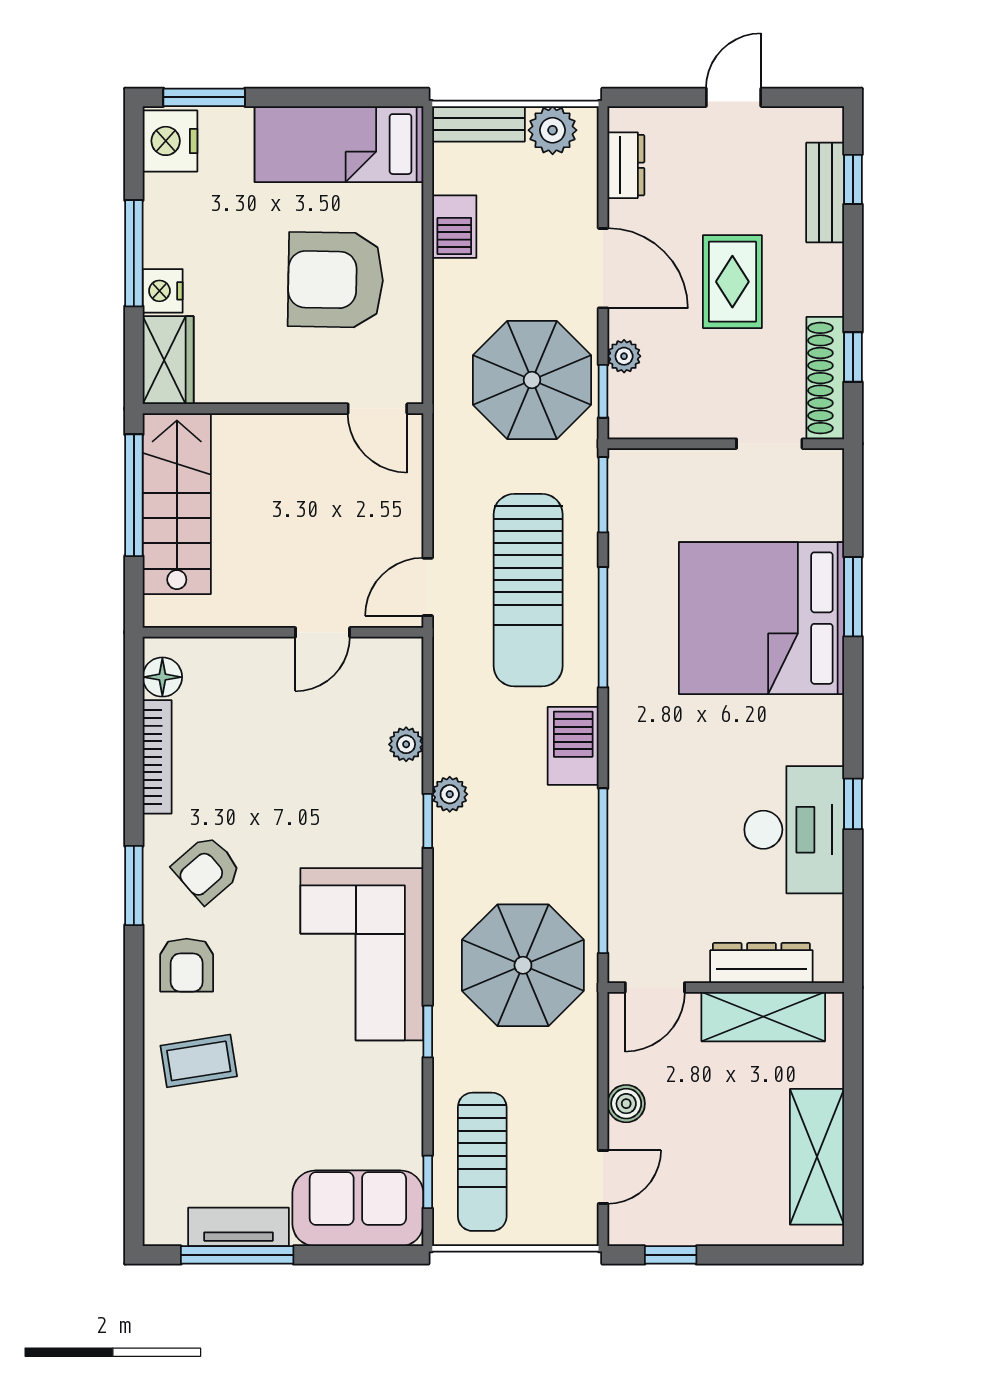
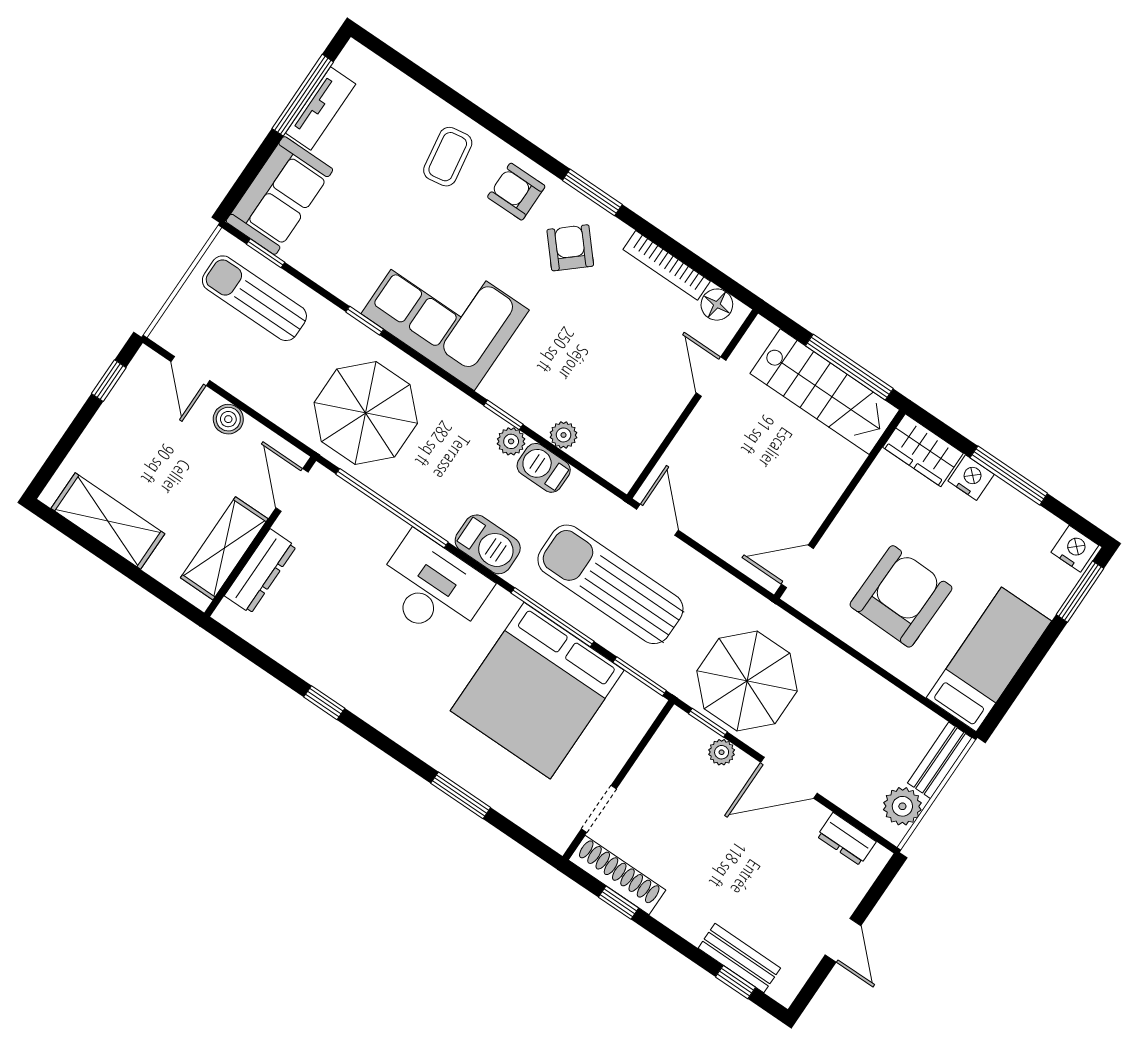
nightstand: (170, 141) -> (1075, 549), width x0.74, depth x0.75
barbecue: (454, 227) -> (544, 468), moved
rug: (732, 282) -> (722, 857), removed
bed: (762, 618) -> (537, 691), moved, turned 180
door: (323, 632) -> (711, 377), moved
desk: (794, 830) -> (432, 588), moved, turned 180

